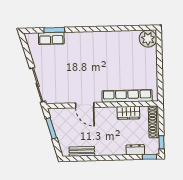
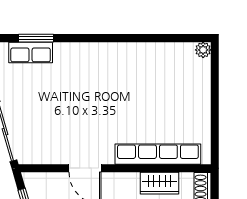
plant: (148, 39) -> (203, 50), width x0.53, depth x0.53

